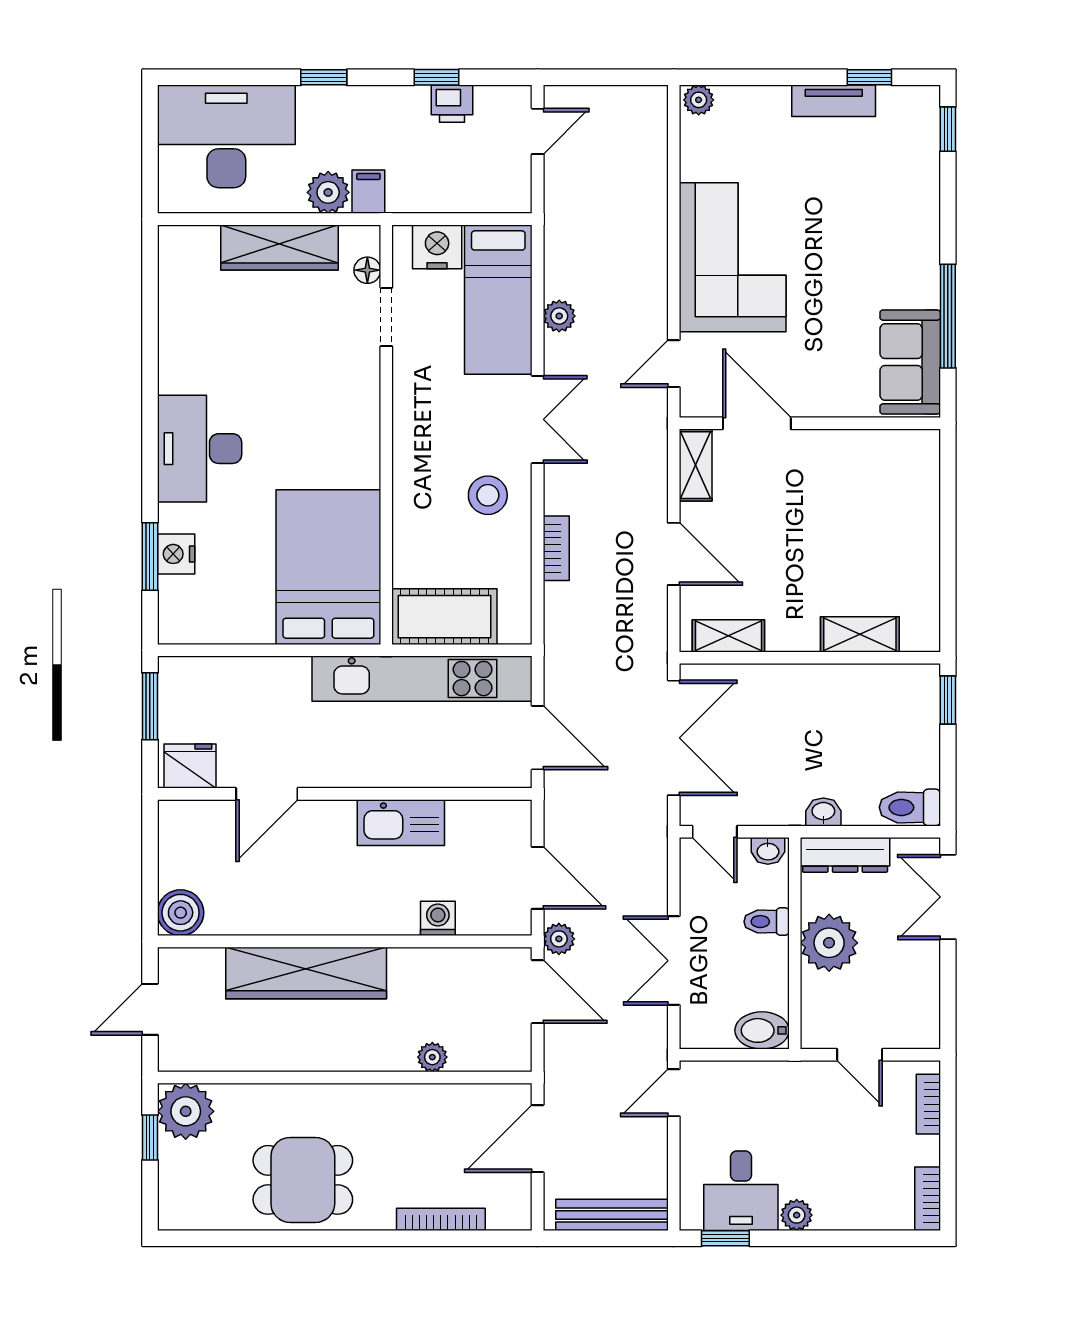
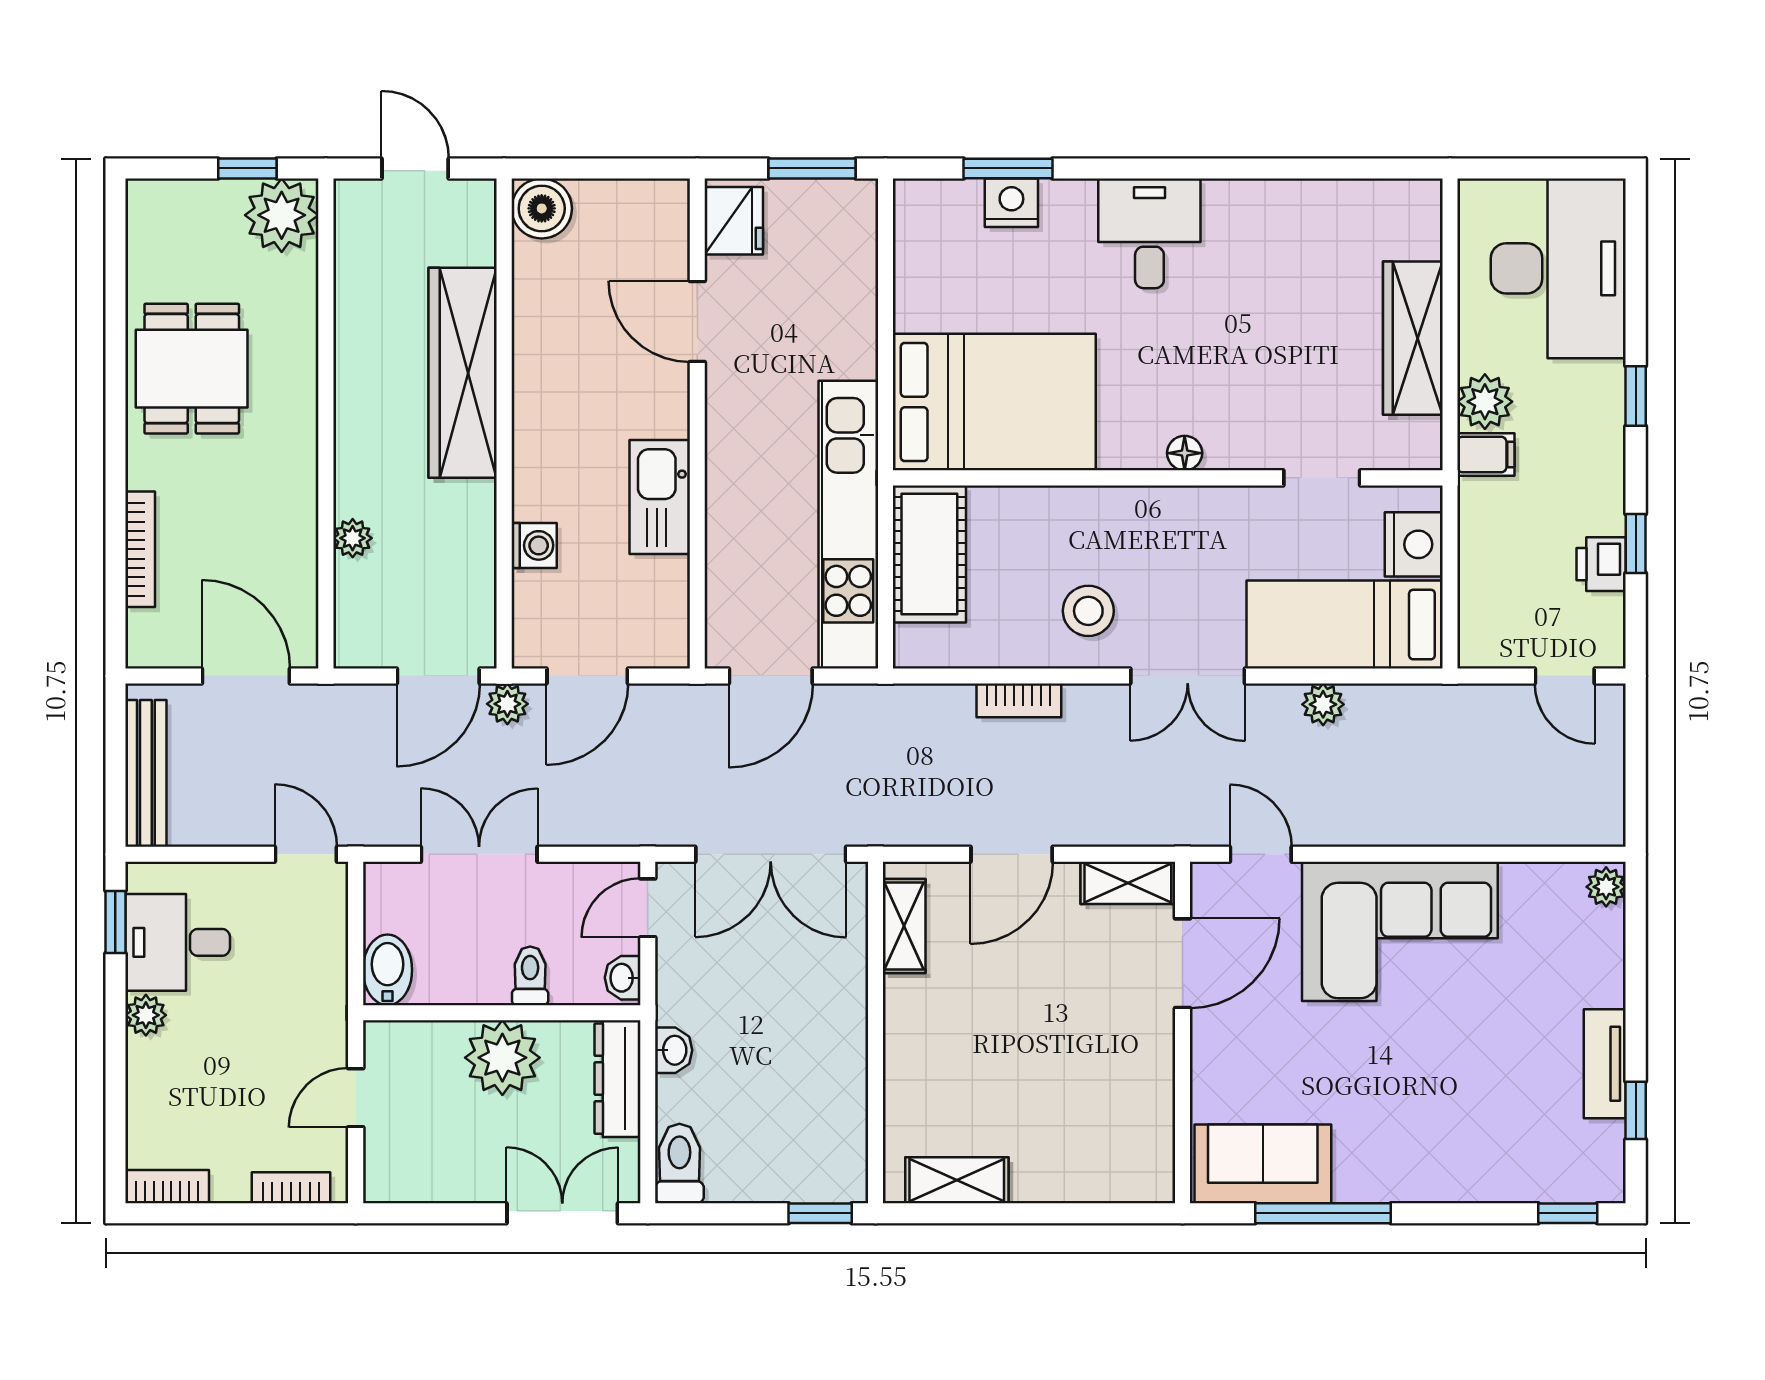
floor lamp: (367, 270) -> (1185, 453), moved
desk: (200, 449) -> (1149, 233), width x0.73
shelving: (860, 634) -> (957, 1180), moved, turned 90

